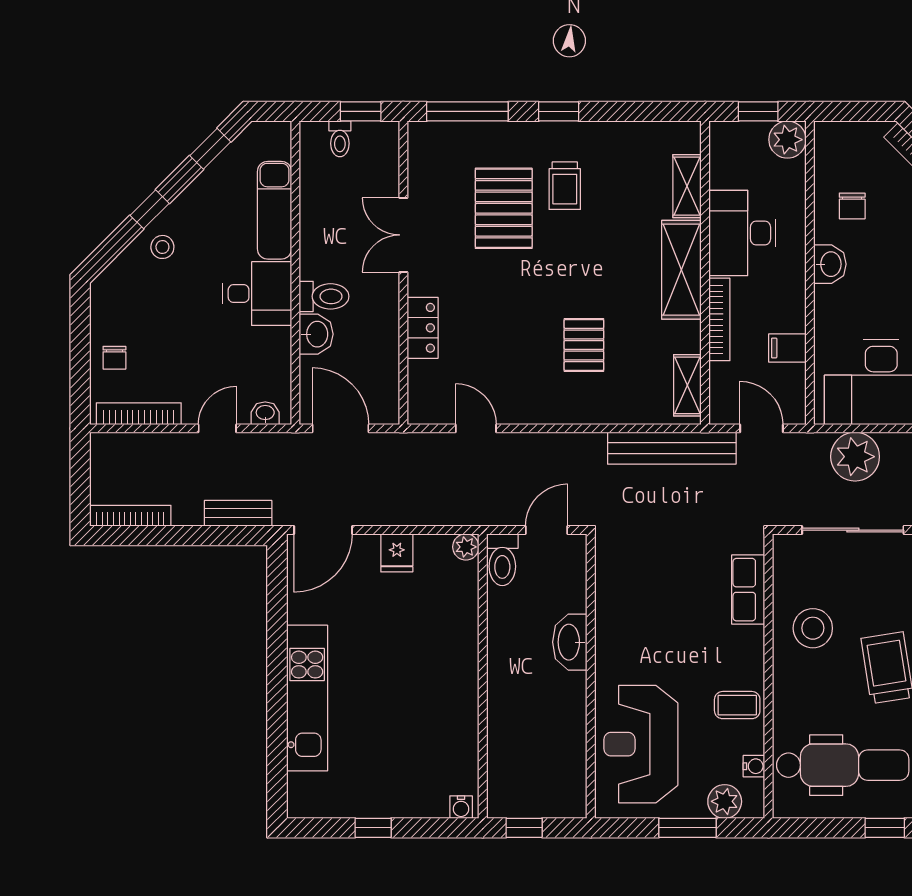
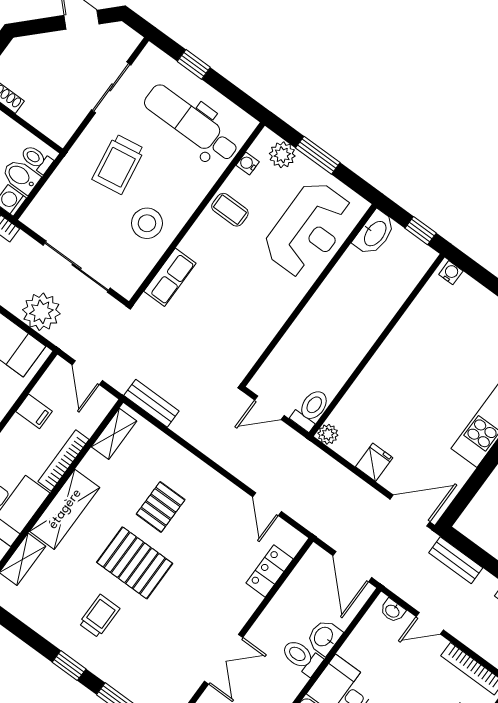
pallet: (504, 208) -> (135, 563), moved, turned 90
locker: (423, 328) -> (270, 571), moved
bench: (672, 448) -> (151, 403), width x0.54, depth x0.82
washbasin: (570, 642) -> (375, 233), moved

